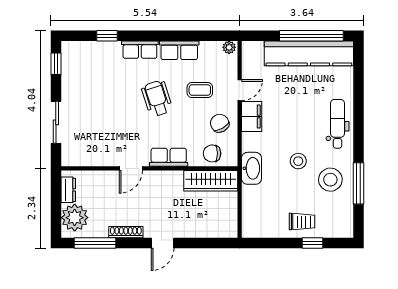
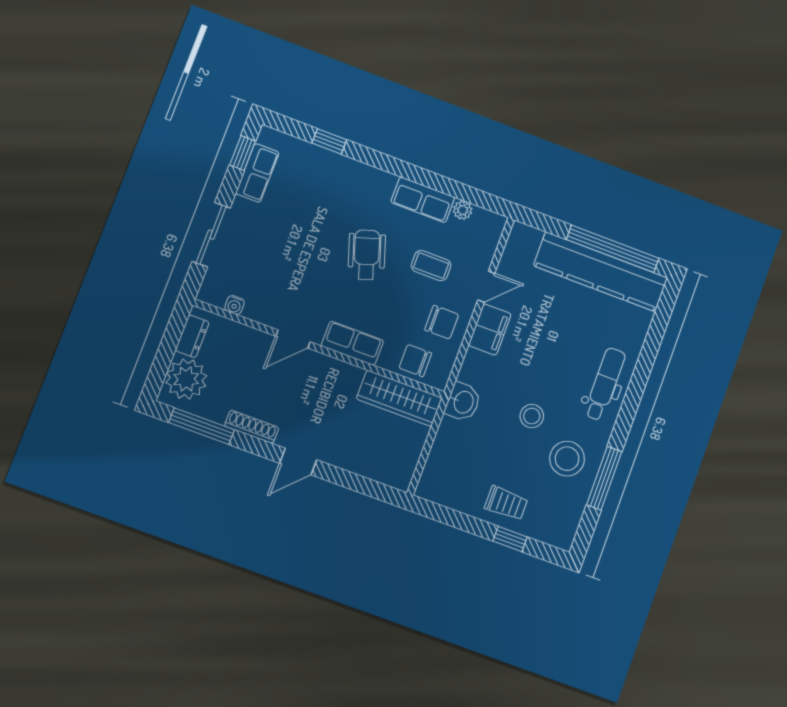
plant: (229, 47) -> (463, 210), moved
row of seats: (140, 50) -> (257, 173), moved, turned -90
chair: (220, 123) -> (442, 322), turned 120
water cooler: (87, 161) -> (235, 305), added
washbasin: (251, 168) -> (463, 402), width x0.72

